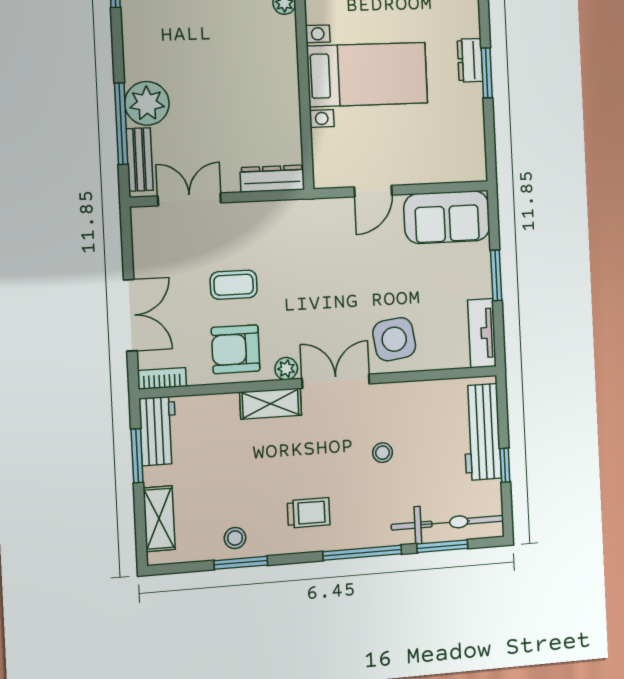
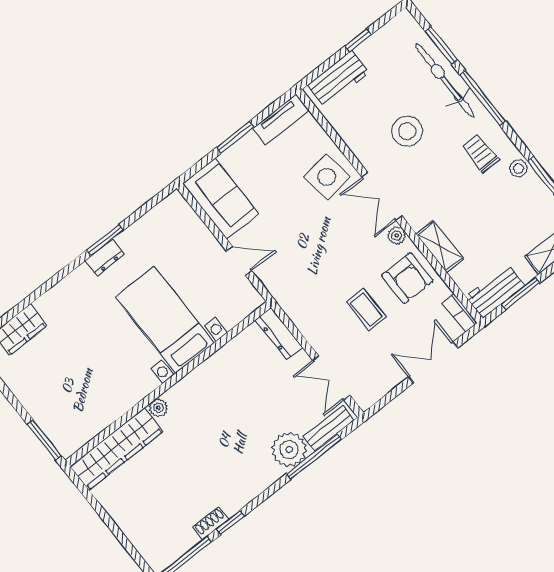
shelving: (271, 404) -> (440, 246), moved
workbench: (482, 432) -> (338, 79), width x0.73
stool: (383, 453) -> (407, 131), width x1.89, depth x1.89
bicycle: (448, 523) -> (445, 80), moved
stool: (235, 538) -> (518, 168), moved

